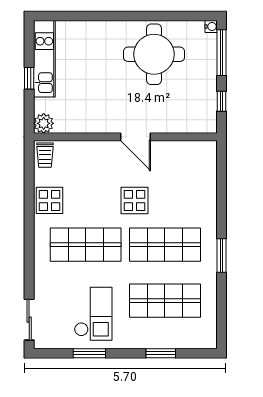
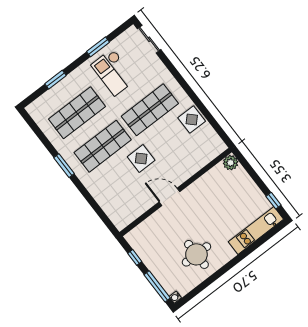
round table: (154, 54) -> (196, 254), width x0.73, depth x0.73
kitchen unit: (44, 59) -> (256, 231), moved, turned 90
window: (29, 78) -> (274, 201), moved
trolley: (45, 155) -> (215, 144), removed

